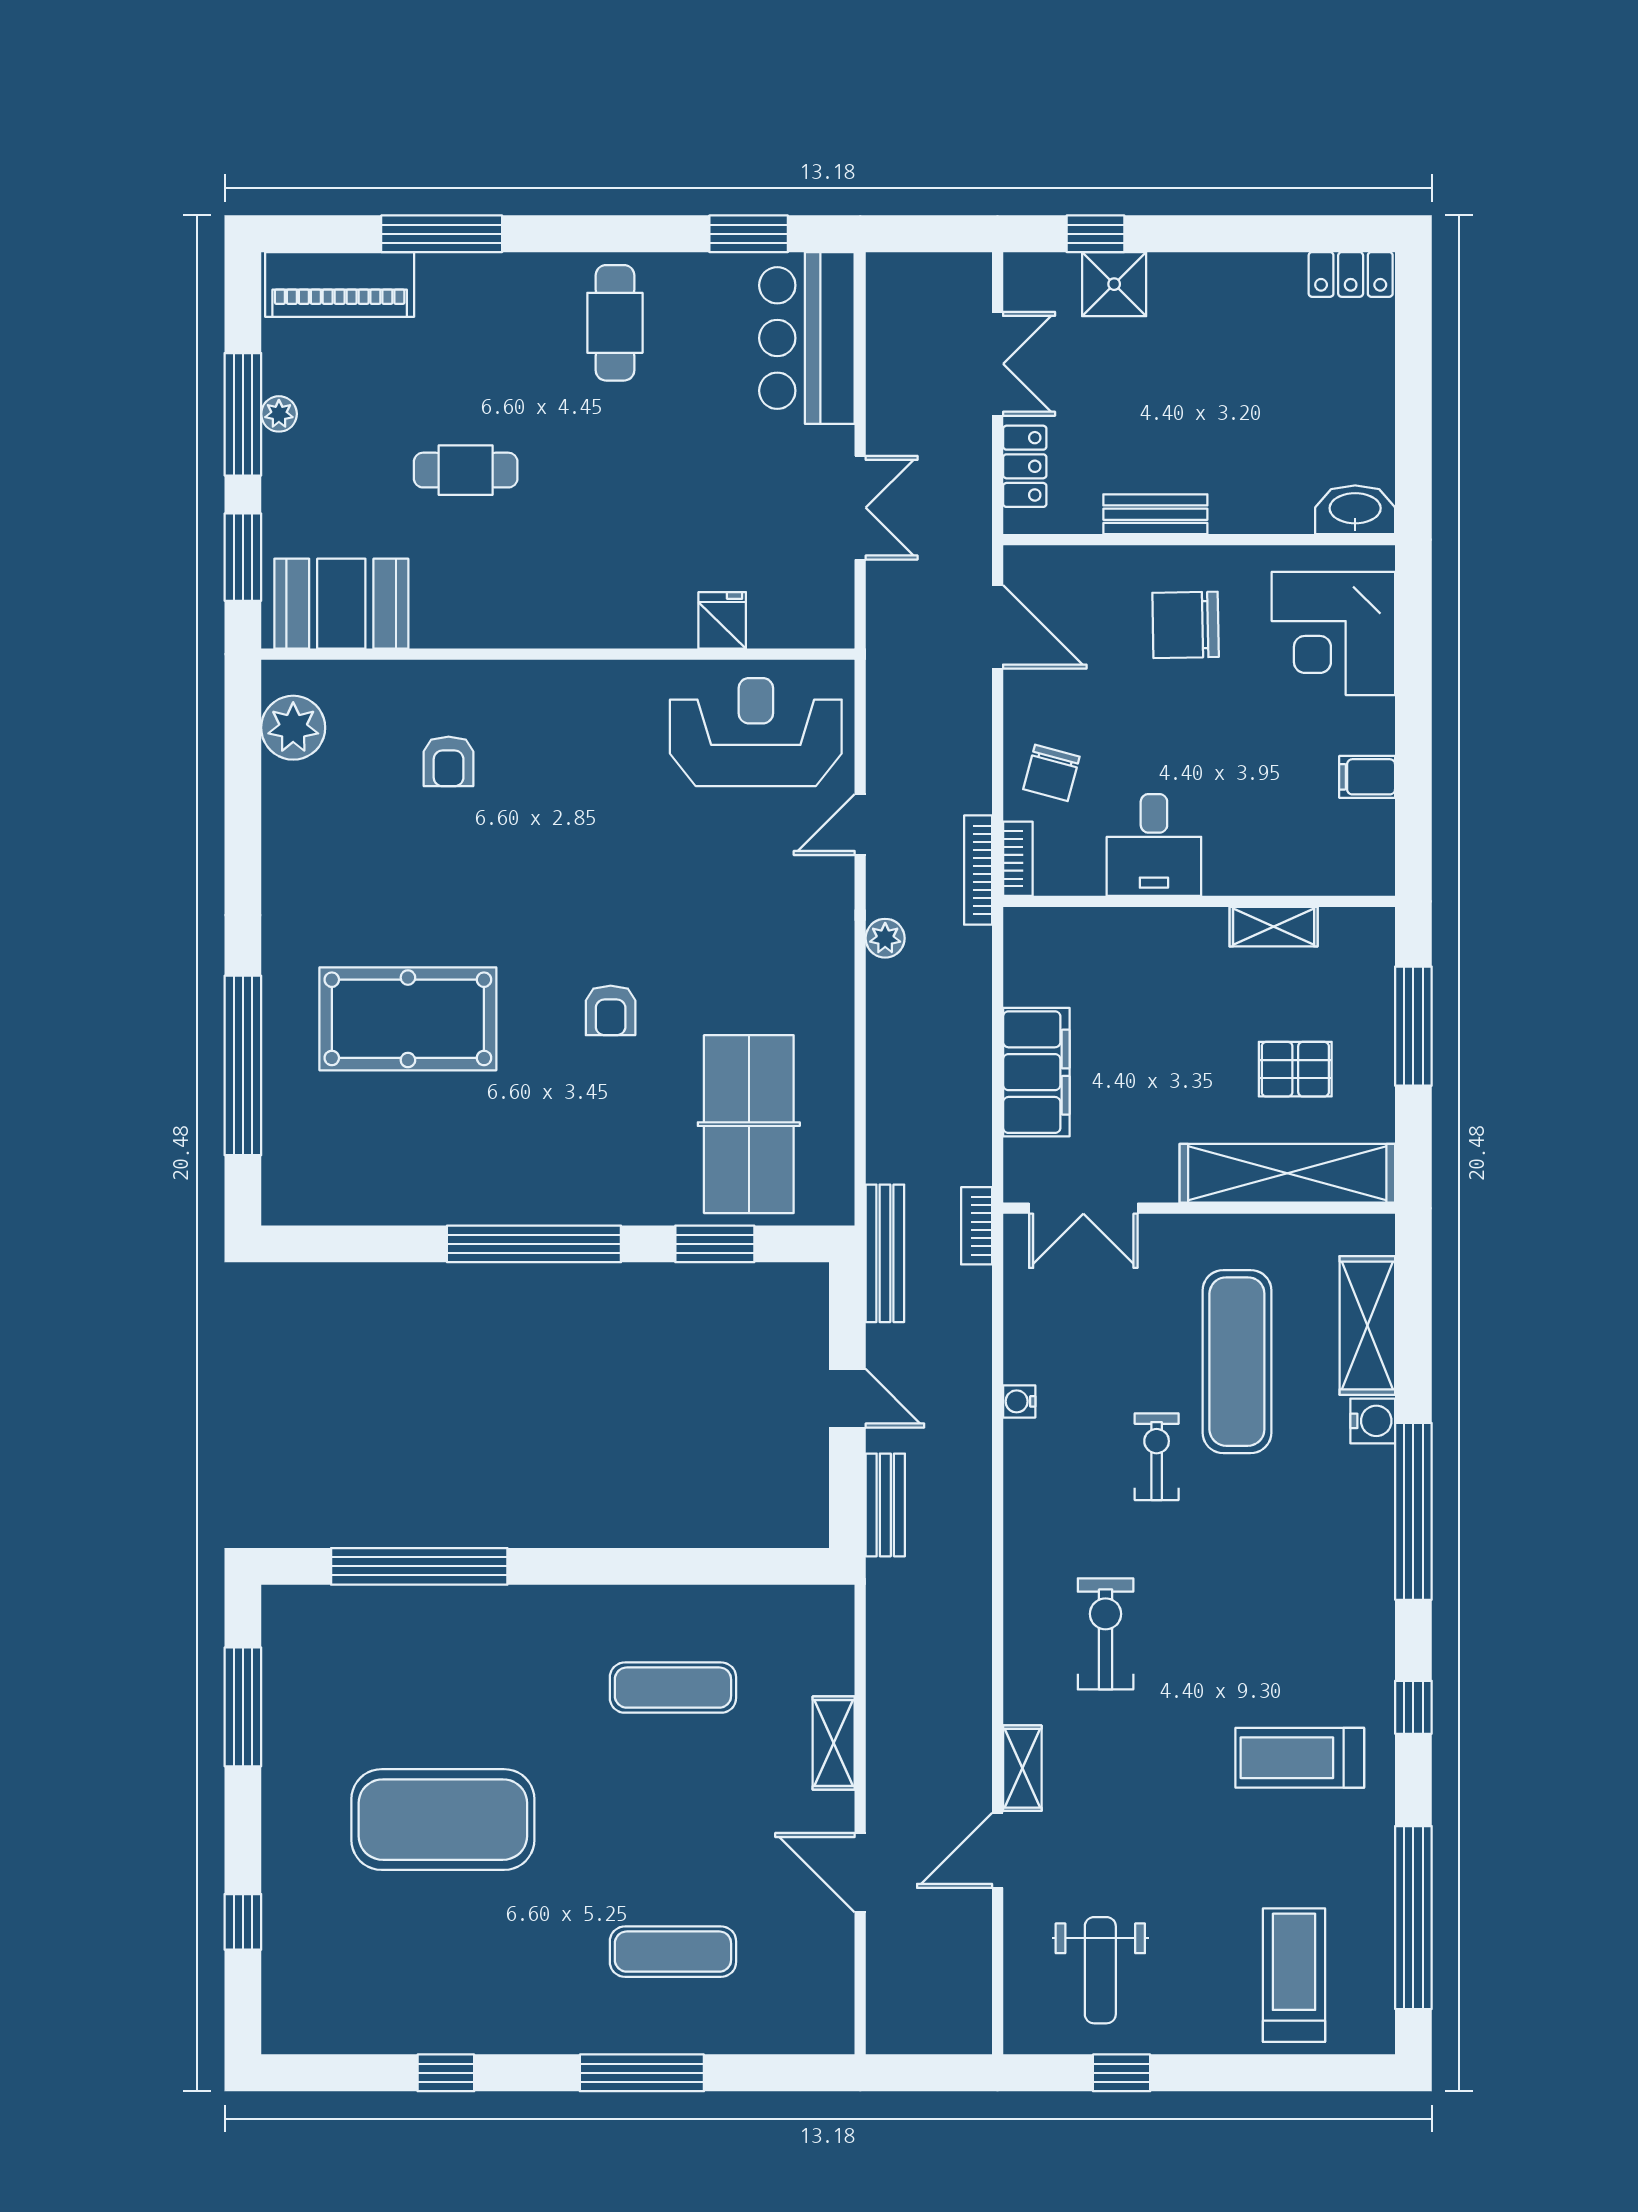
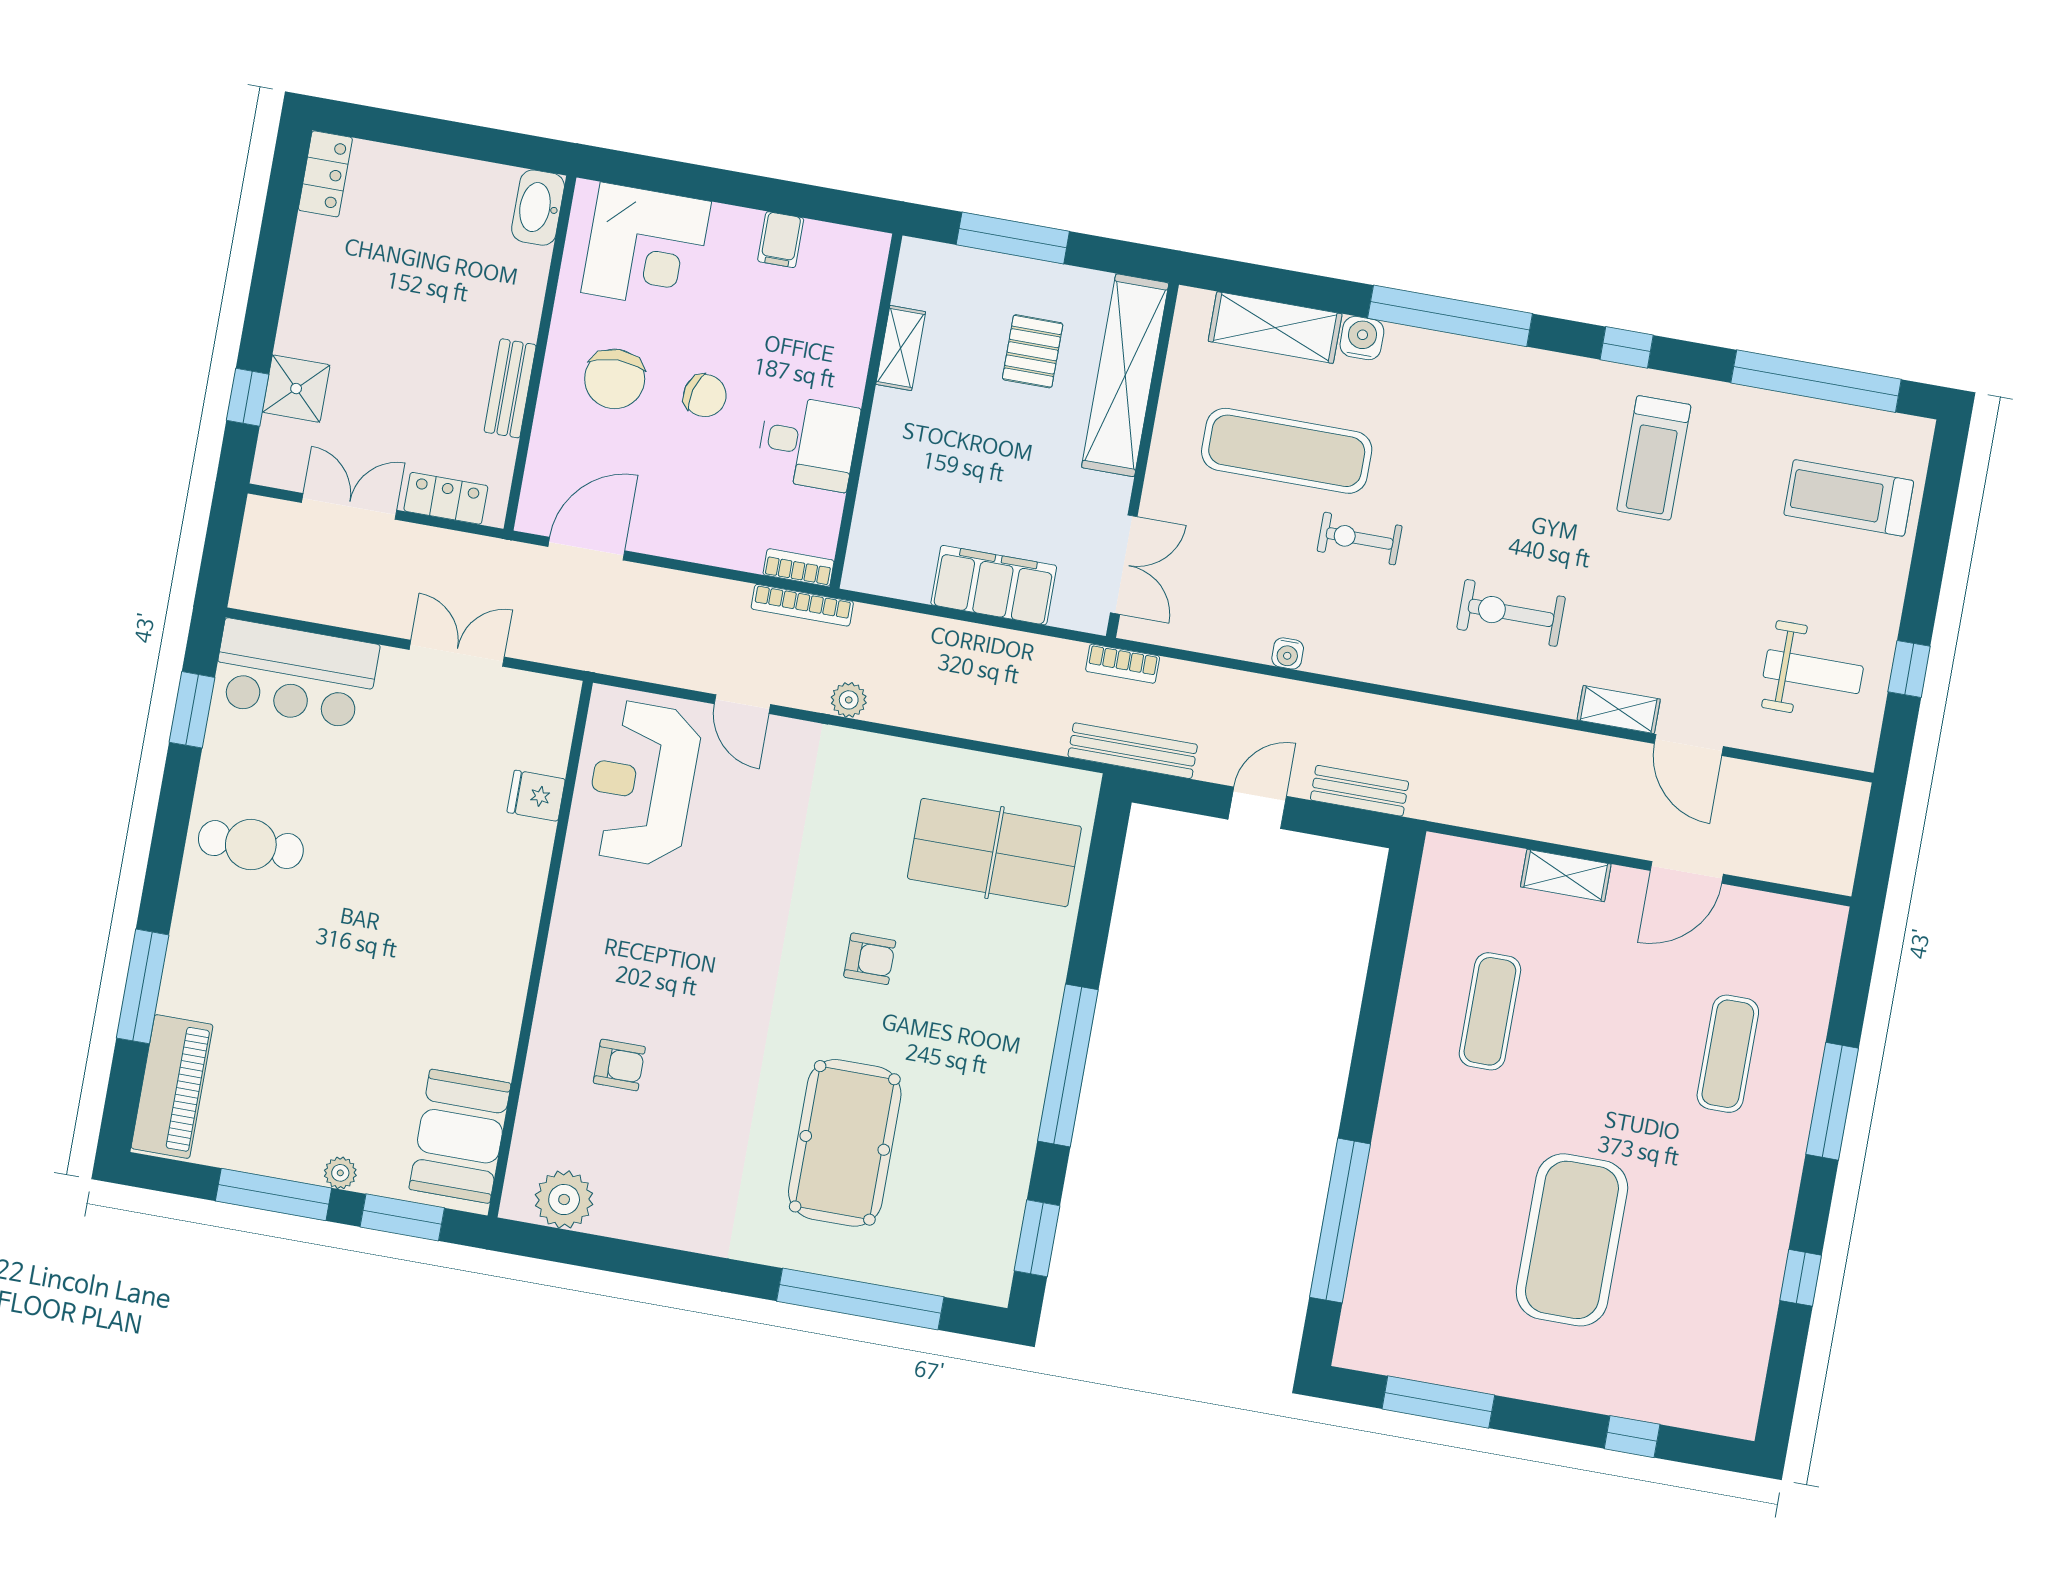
plant: (279, 414) -> (340, 1173), moved
cafe table: (466, 470) -> (360, 1003), removed
chair: (1051, 773) -> (705, 396), moved
window: (715, 1244) -> (1037, 1238), moved

